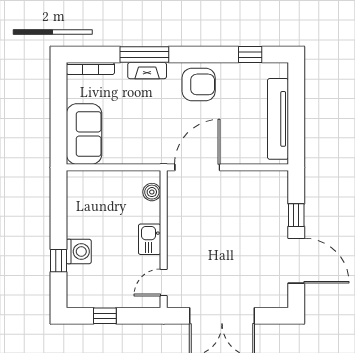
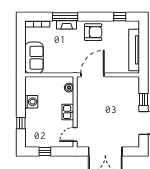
washing machine: (79, 251) -> (31, 102), moved

